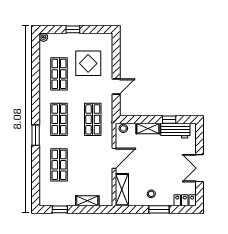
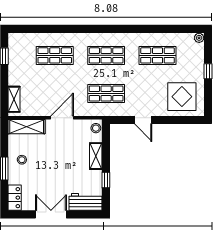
display table: (88, 63) -> (182, 97), moved
workbench: (175, 131) -> (85, 202), moved, turned 90
window: (36, 135) -> (88, 29), removed
door: (114, 158) -> (62, 118), swing flipped
shelving: (87, 201) -> (14, 99), moved

